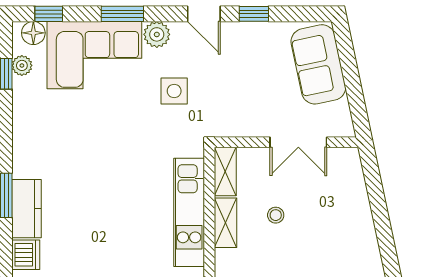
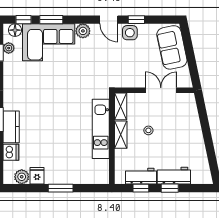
window: (122, 14) -> (51, 20), moved
side table: (174, 91) -> (130, 33), moved
double door: (298, 142) -> (161, 90), swing flipped

